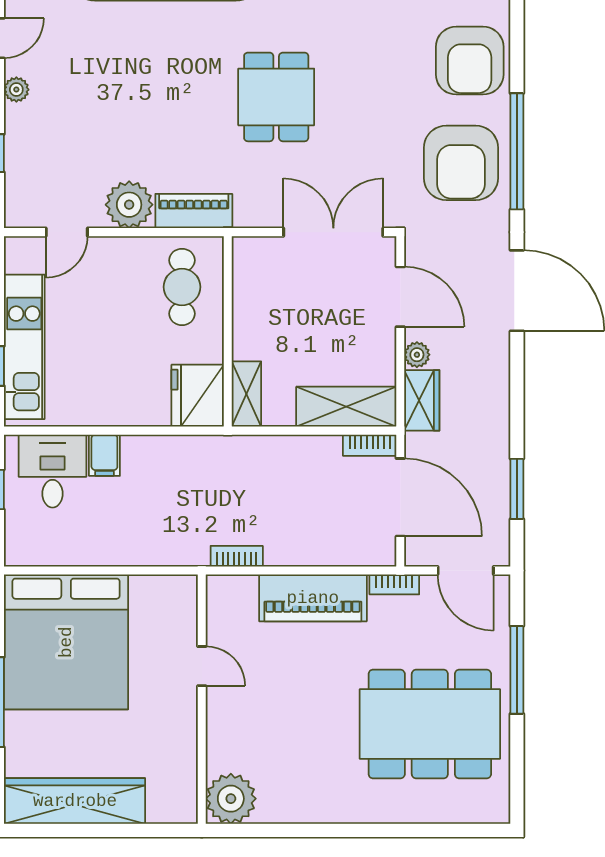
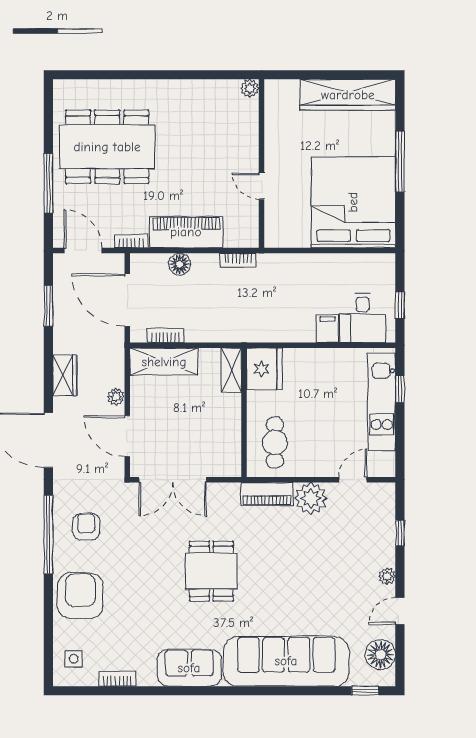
armchair: (461, 163) -> (86, 527), width x0.53, depth x0.53
wardrobe: (422, 400) -> (65, 375), moved, turned 180
bookcase: (370, 445) -> (166, 335), moved
floor lamp: (323, 551) -> (180, 264), added
plant: (231, 799) -> (250, 88), width x0.53, depth x0.53

